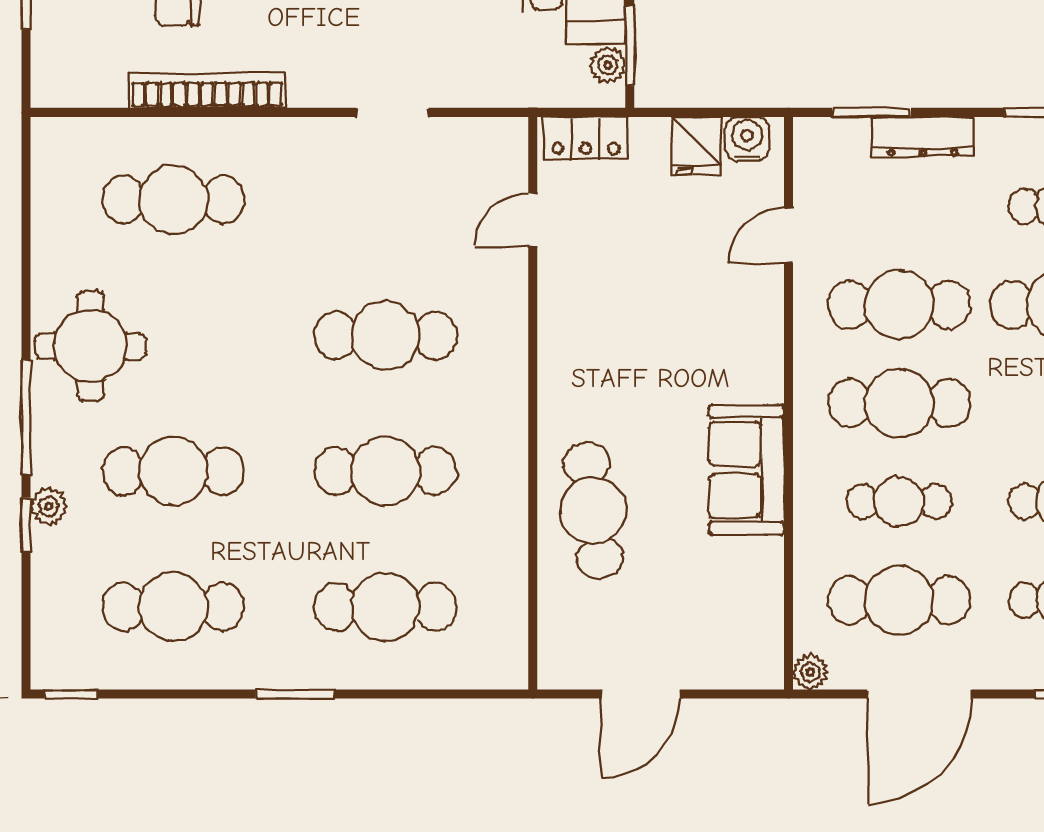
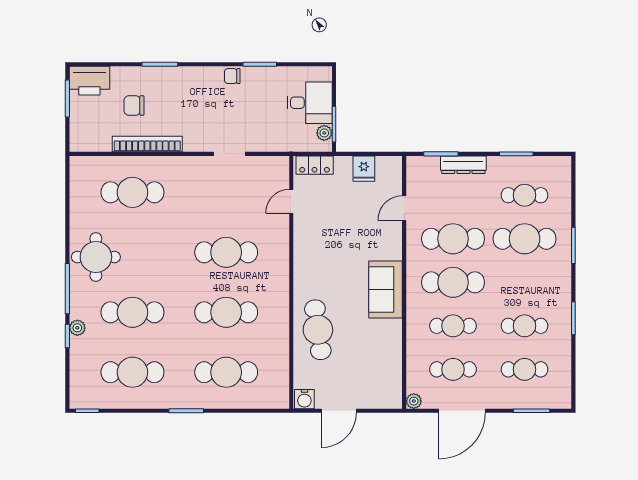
water cooler: (747, 139) -> (304, 399), moved, turned 180
sofa: (746, 470) -> (386, 289), moved
cafe table: (899, 600) -> (453, 369), width x0.73, depth x0.74

